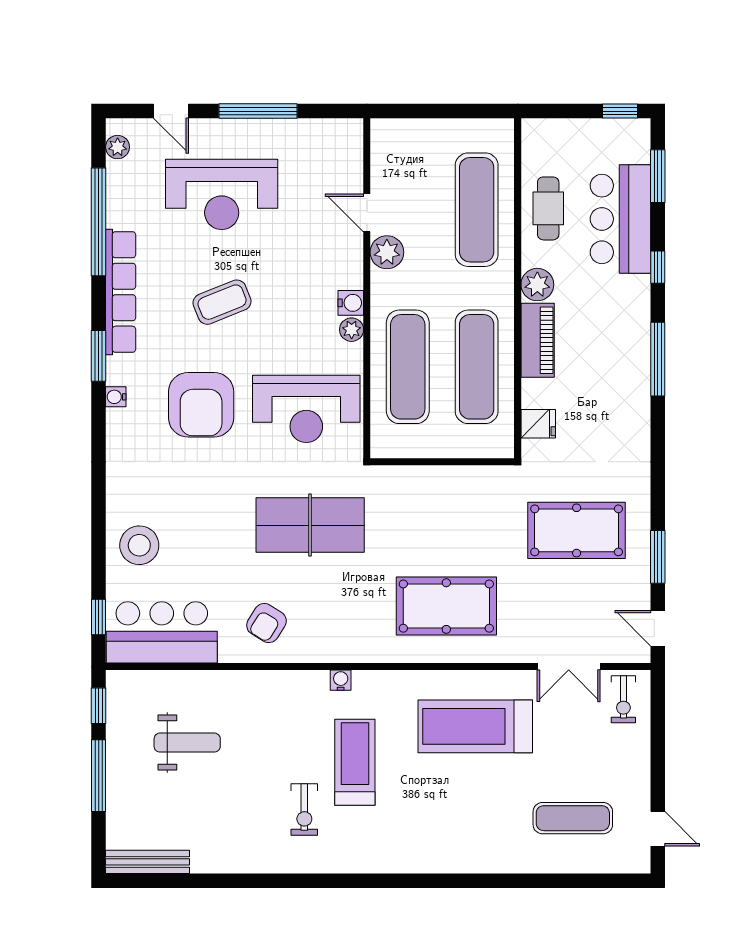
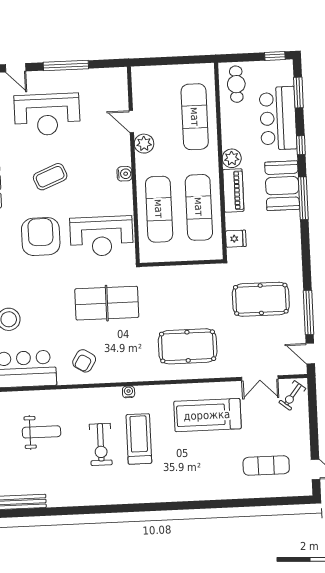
cafe table: (548, 208) -> (236, 84), moved
plant: (352, 330) -> (126, 189), removed
booth: (622, 336) -> (282, 186), added
armchair: (201, 405) -> (41, 237), turned 180
window: (658, 557) -> (308, 312), width x1.44
exercise bike: (623, 699) -> (292, 395), turned 38
exercise bike: (304, 810) -> (101, 444), moved, width x1.38, depth x1.39

